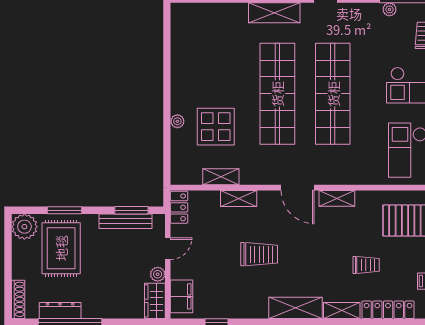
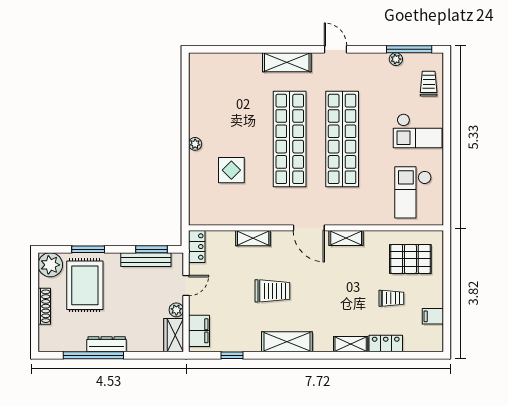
plant: (177, 121) -> (195, 144), moved
display table: (216, 127) -> (231, 170), width x0.73, depth x0.73
shelving: (221, 177) -> (236, 218), removed
trolley: (366, 265) -> (391, 298), moved
shoe rack: (18, 299) -> (44, 306), moved
shelving: (296, 308) -> (287, 342), moved
dresser: (60, 310) -> (107, 344), moved
locker: (388, 310) -> (386, 343), width x0.66

